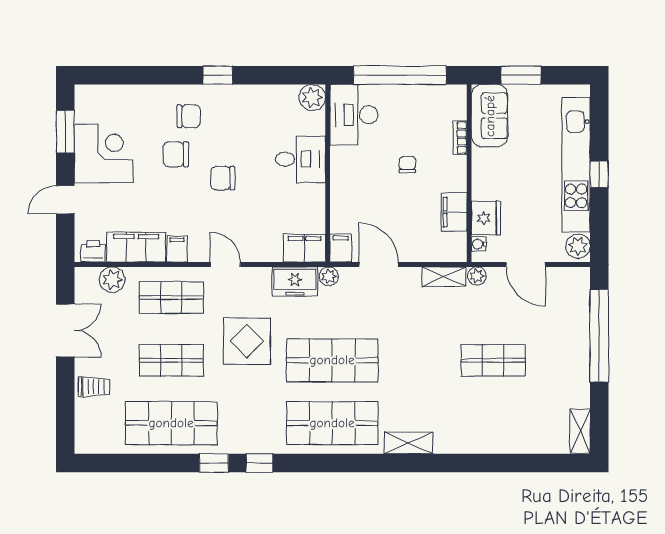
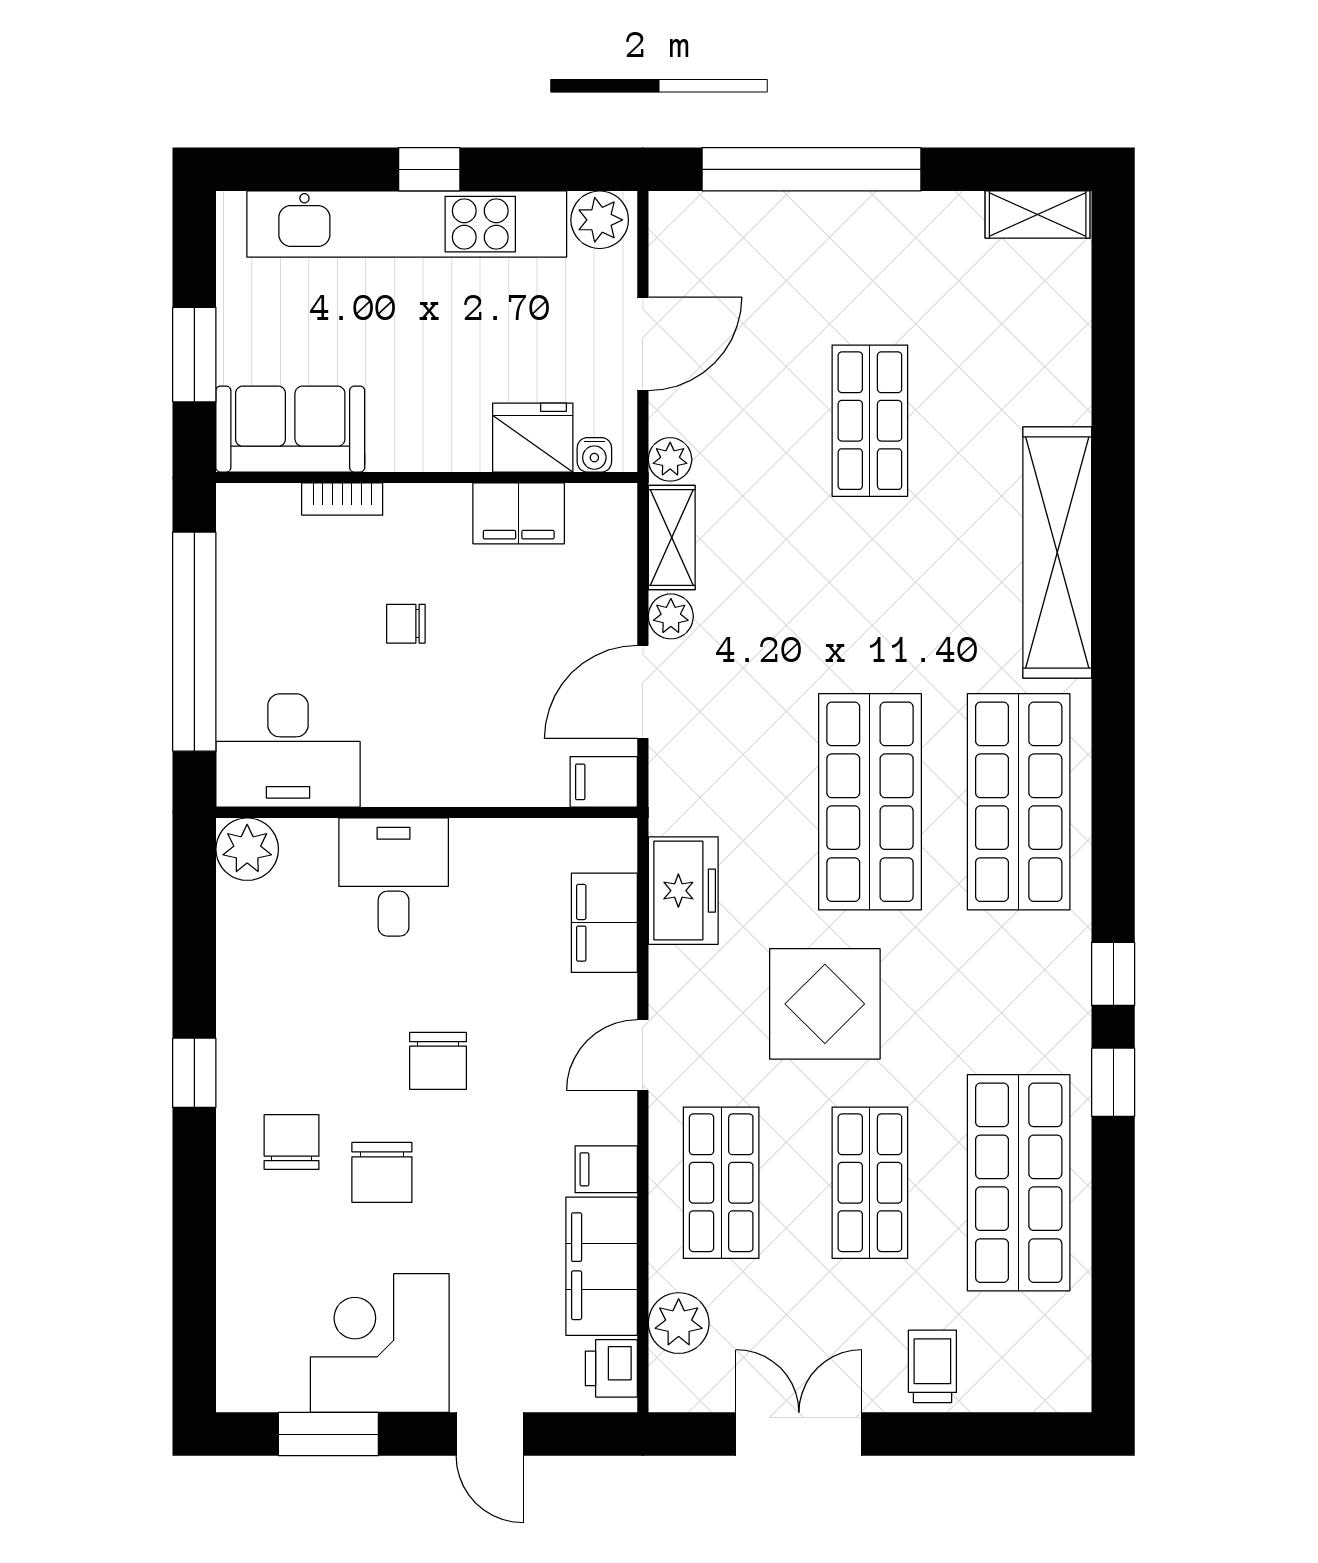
filing cabinet: (304, 248) -> (604, 923), moved
plant: (329, 276) -> (671, 616), moved
shelving: (409, 443) -> (1057, 552), width x2.20, depth x1.33

